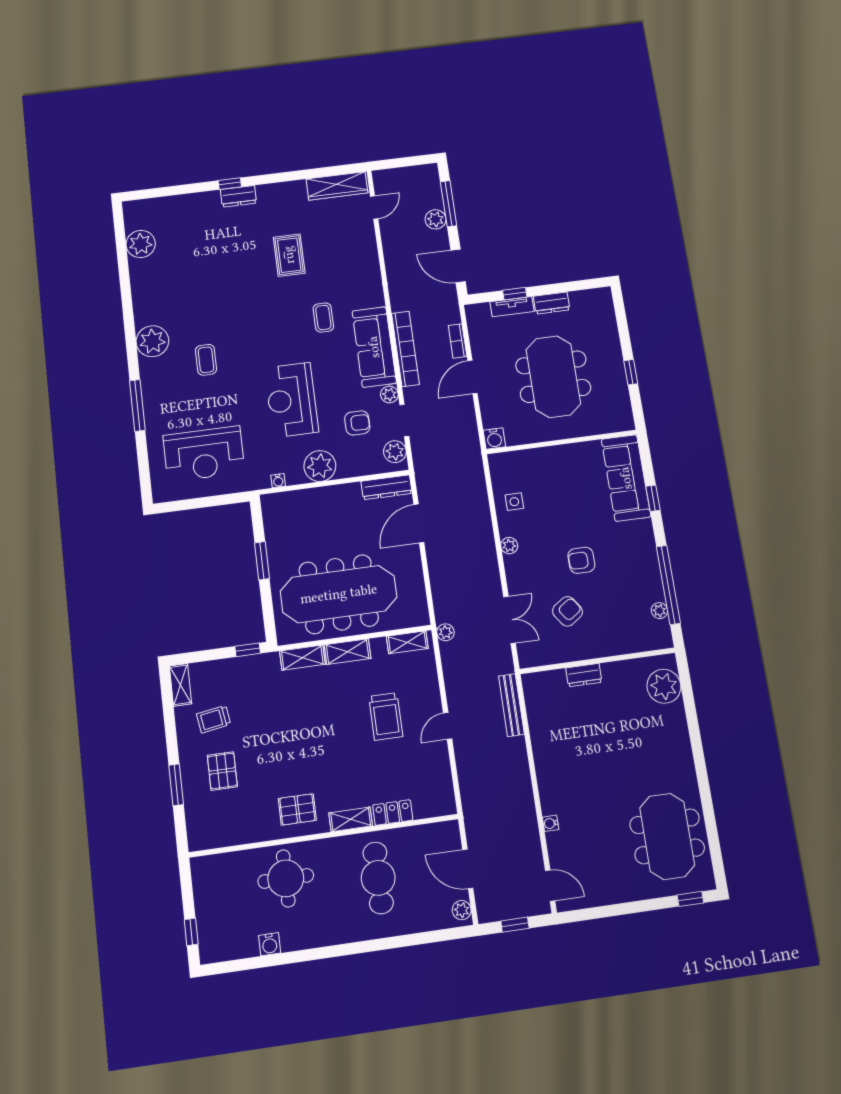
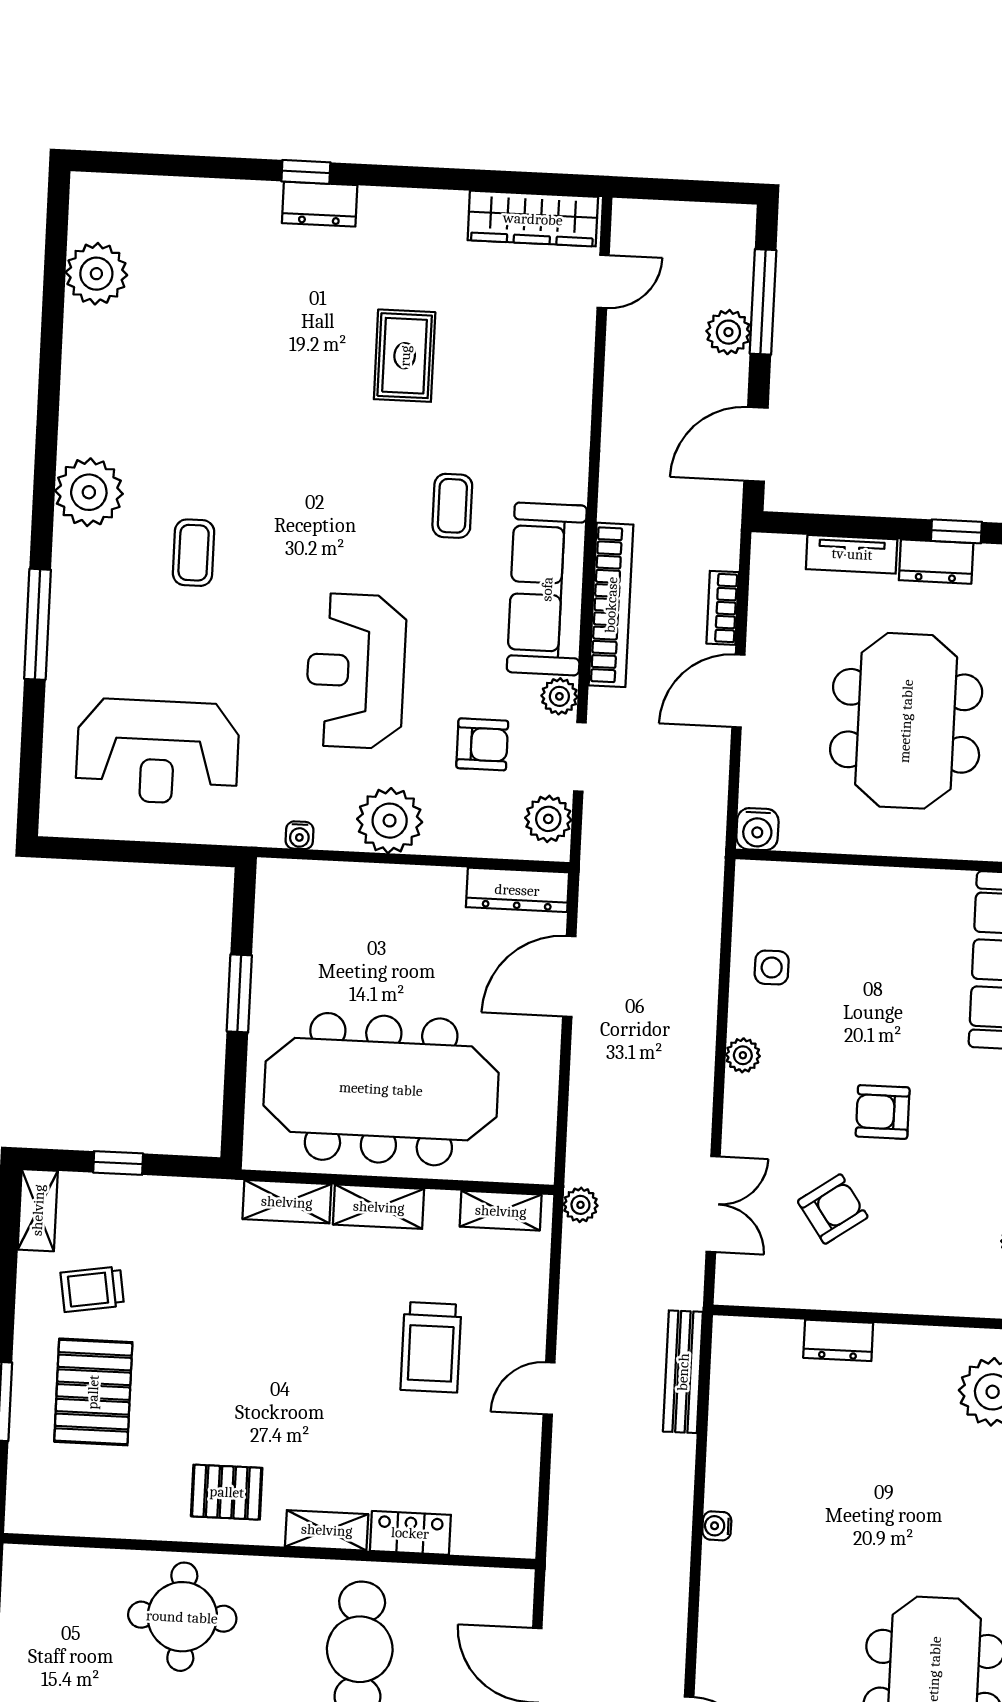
door: (458, 266) -> (756, 444), hinge flipped
window: (515, 294) -> (956, 531), moved
window: (248, 650) -> (118, 1163), moved
pallet: (222, 771) -> (93, 1392), width x1.50, depth x1.42
water cooler: (551, 823) -> (717, 1526), moved

